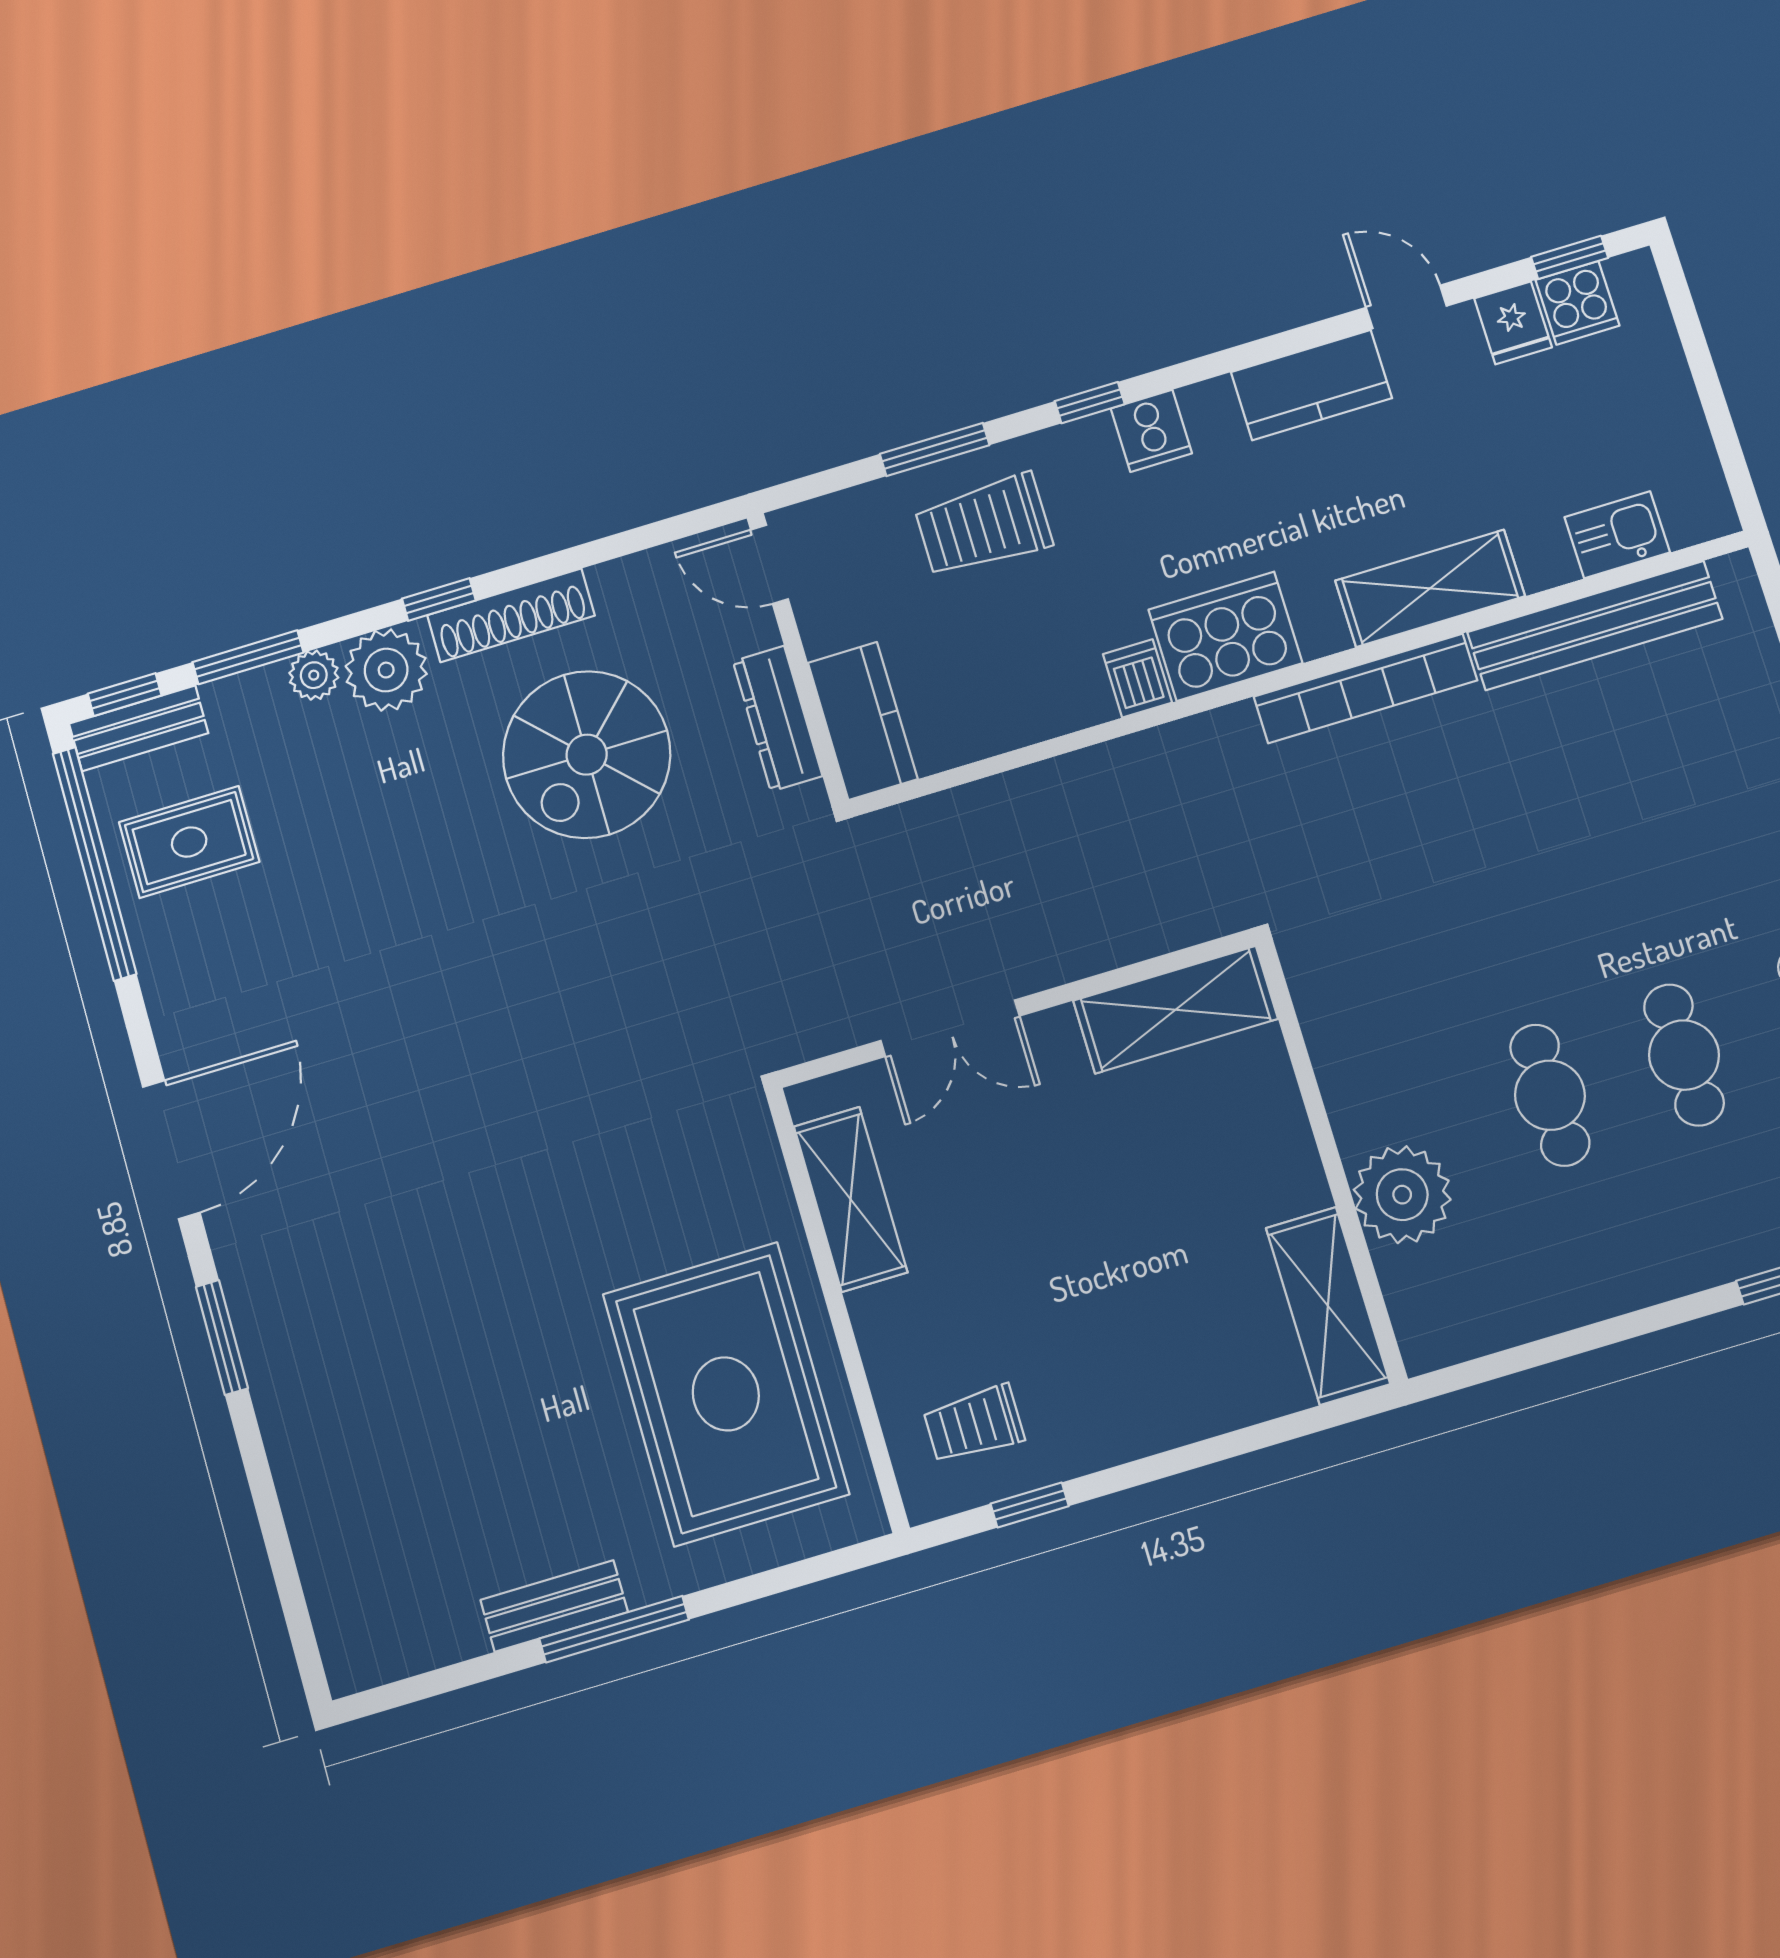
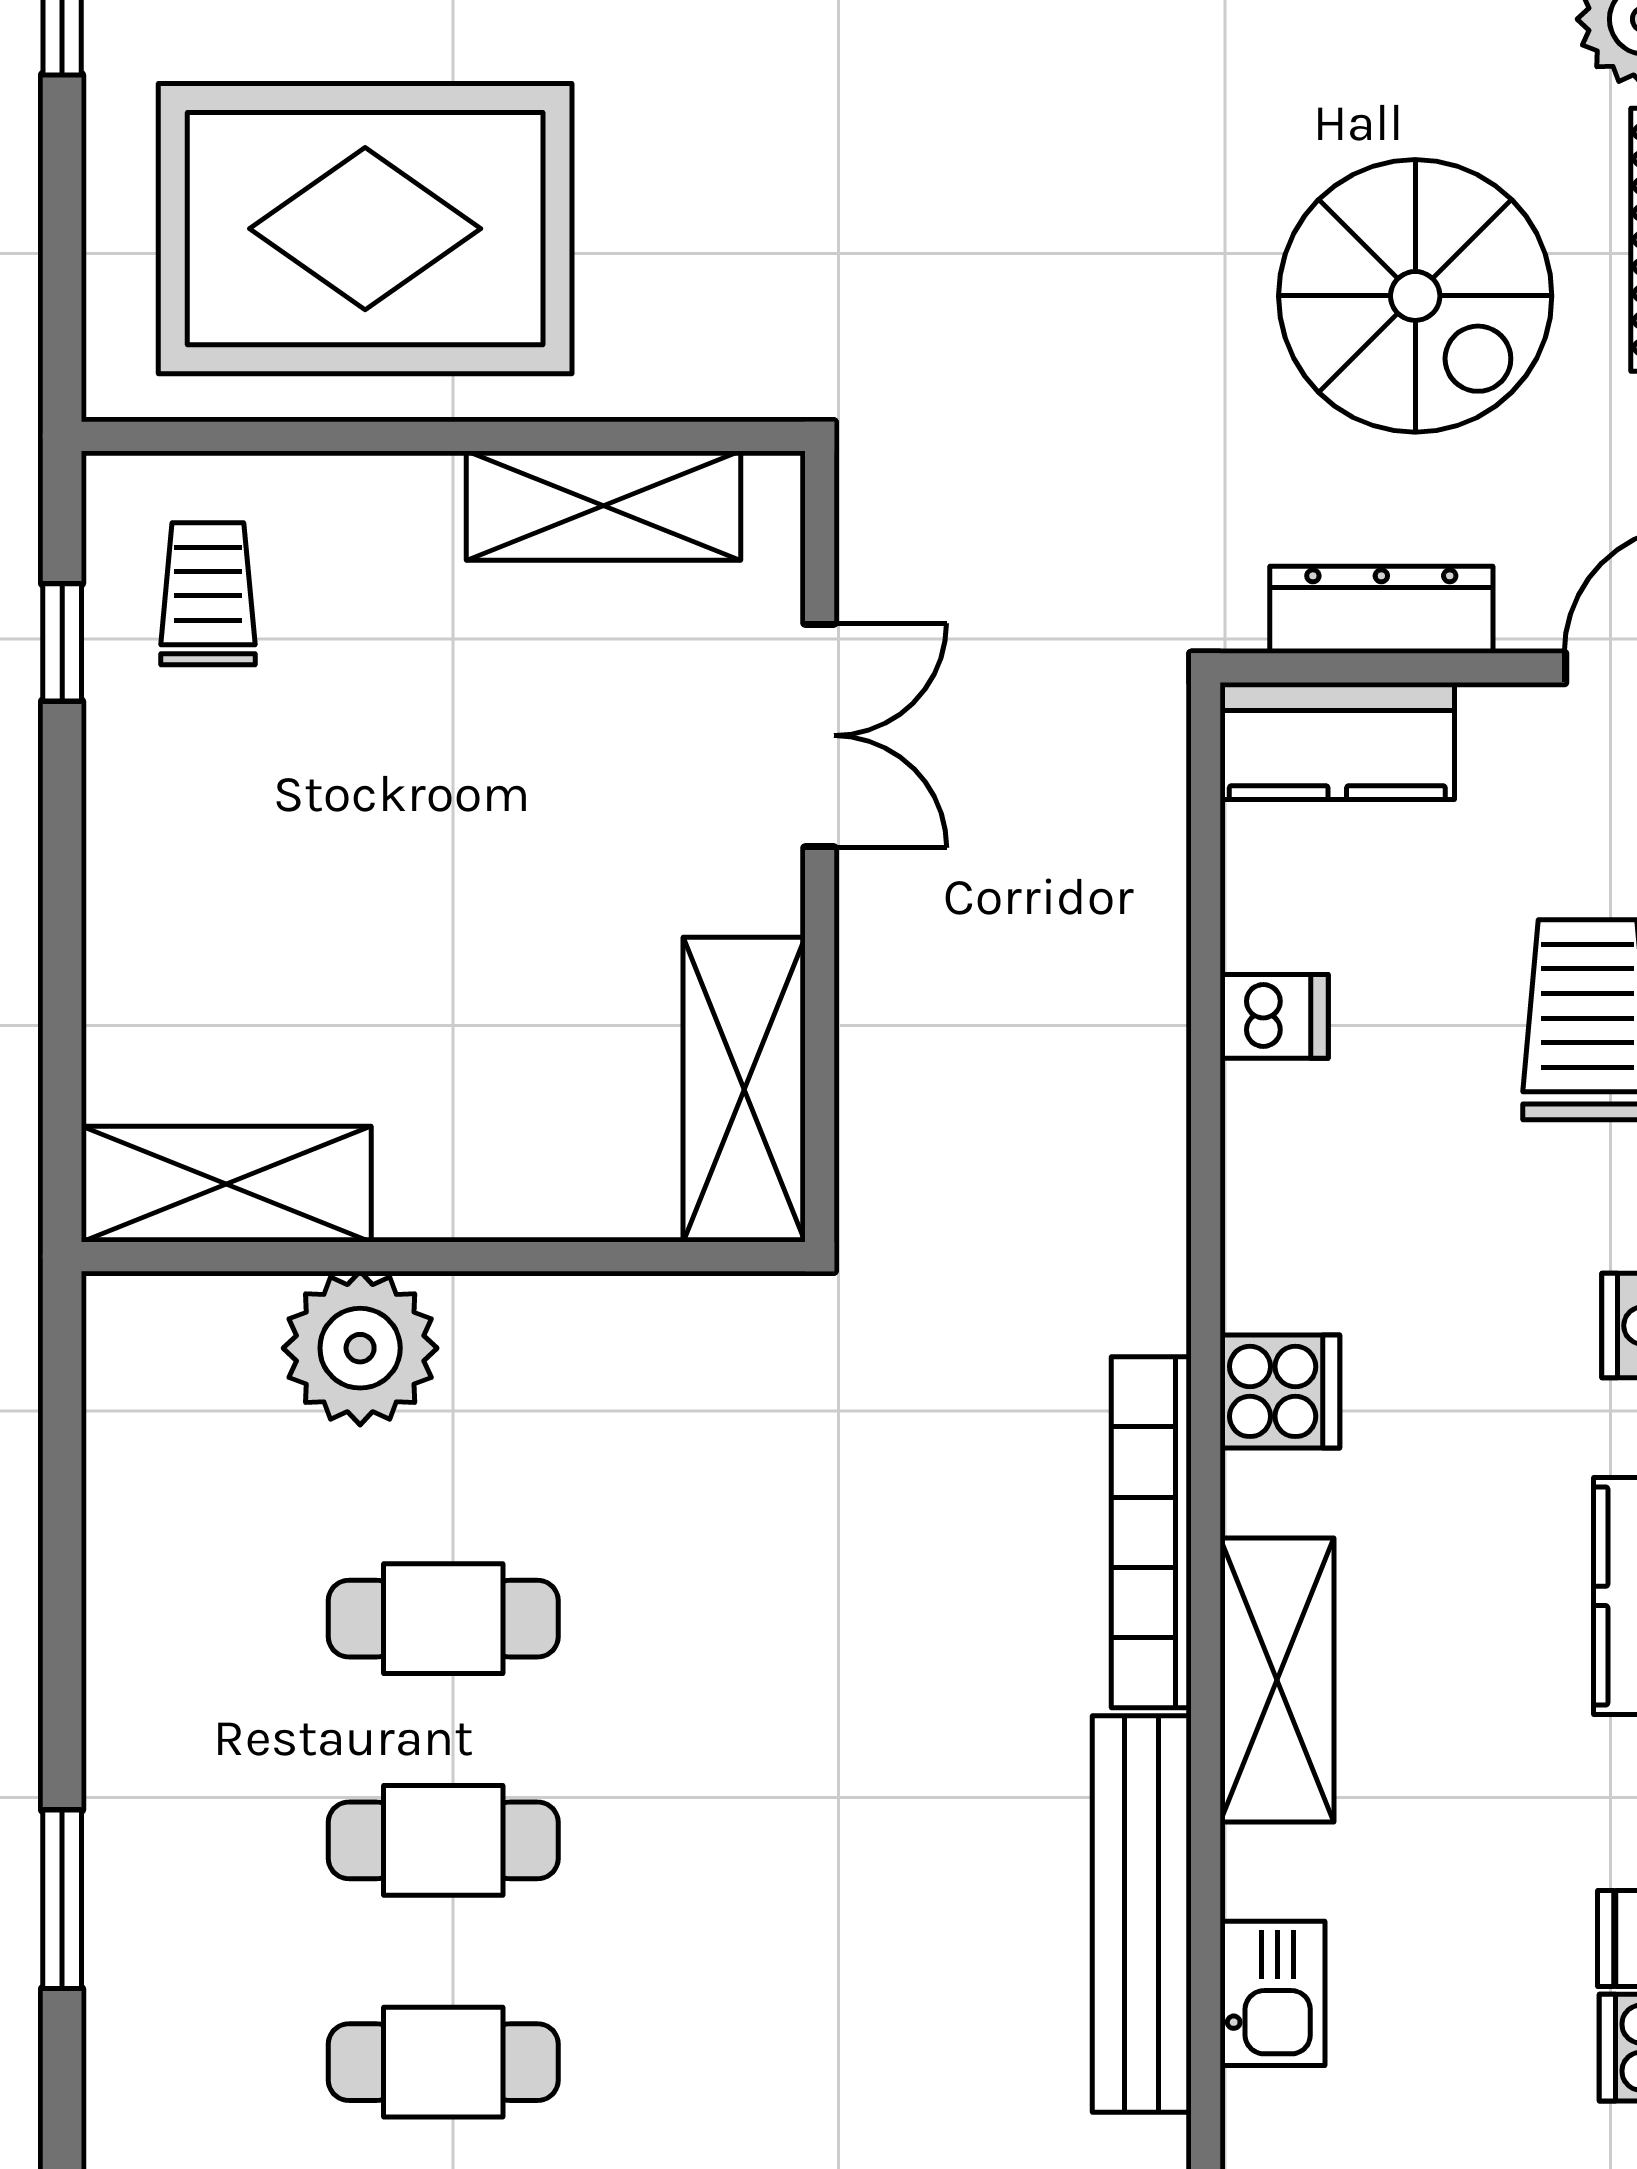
cooker: (1225, 636) -> (1280, 1391), width x0.53, depth x0.76
dishwasher: (1137, 678) -> (1274, 1016), moved
spiral stairs: (587, 755) -> (1415, 296), turned 180
double door: (950, 1028) -> (820, 735), swing flipped

